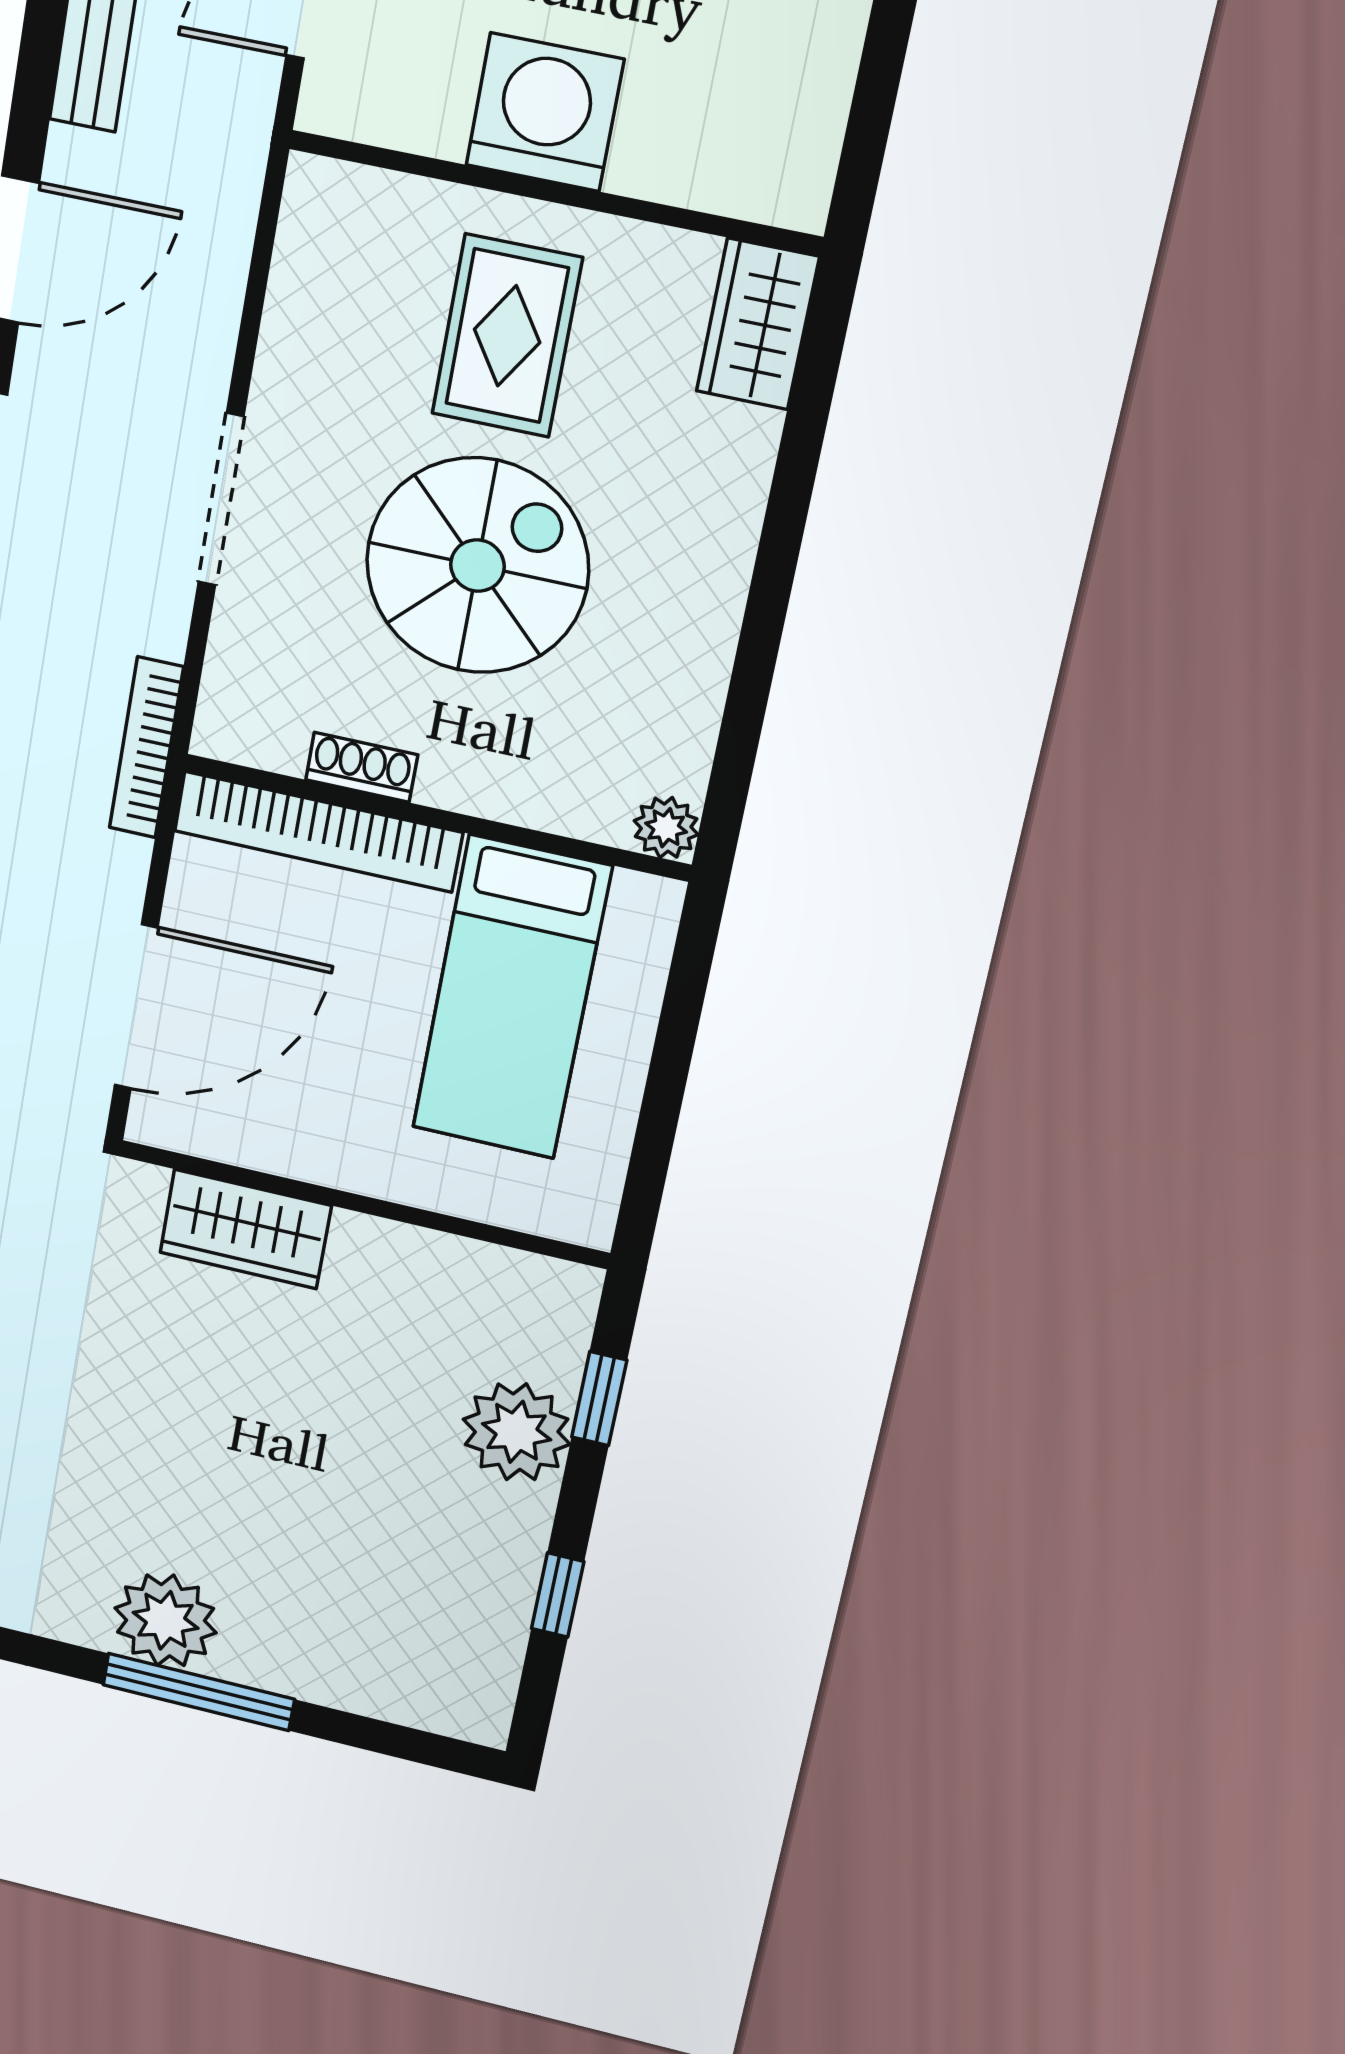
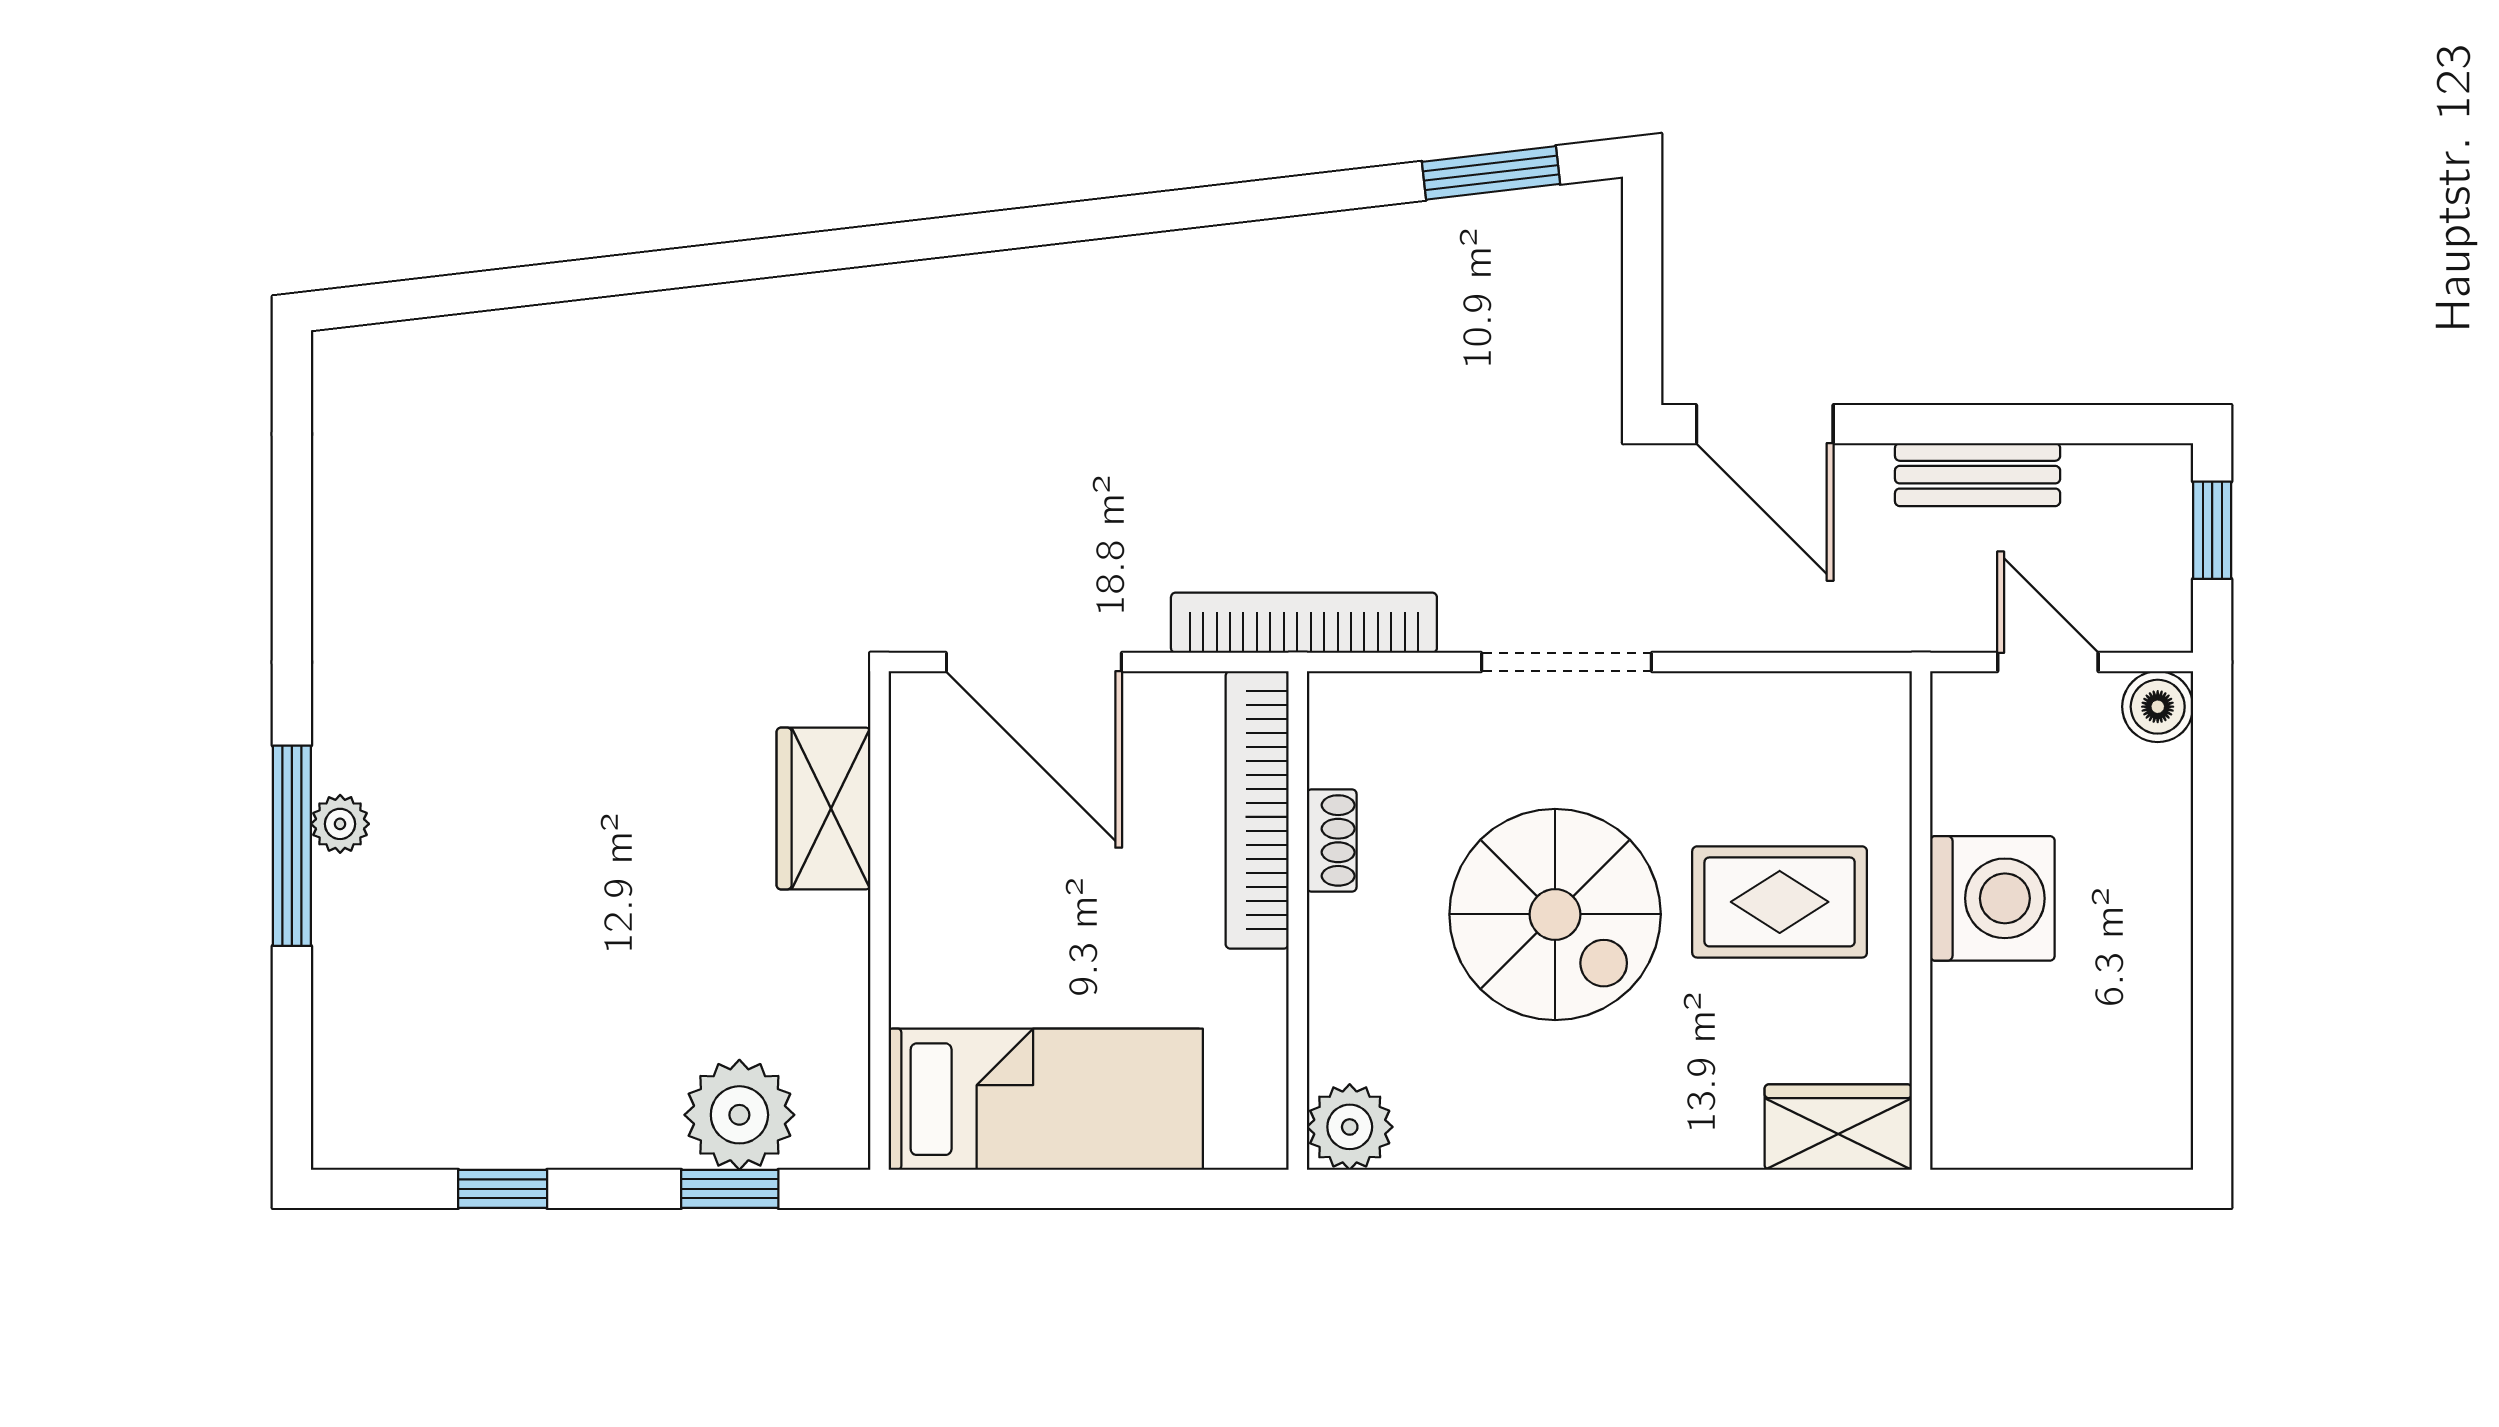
bookcase: (146, 747) -> (1304, 623), width x1.48, depth x1.31
plant: (666, 828) -> (1350, 1127), width x1.38, depth x1.38
bed: (512, 998) -> (1046, 1099), moved, turned 180
plant: (517, 1432) -> (739, 1115), moved
plant: (165, 1620) -> (340, 824), width x0.53, depth x0.53

